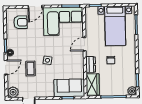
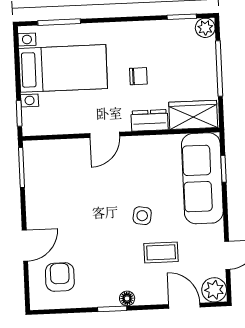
door: (35, 7) -> (25, 246), hinge flipped
corner sofa: (63, 21) -> (55, 183), removed
door: (85, 44) -> (105, 135), hinge flipped
door: (6, 67) -> (184, 306), moved
sofa: (69, 88) -> (202, 178), width x1.36

